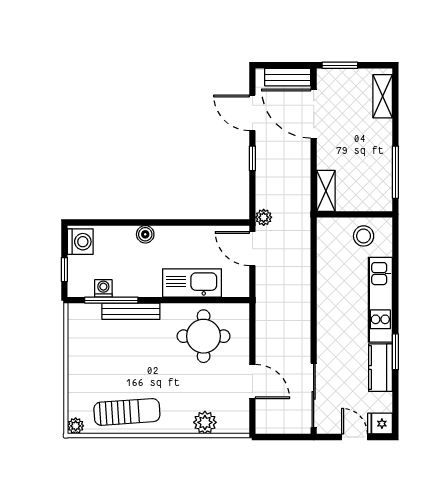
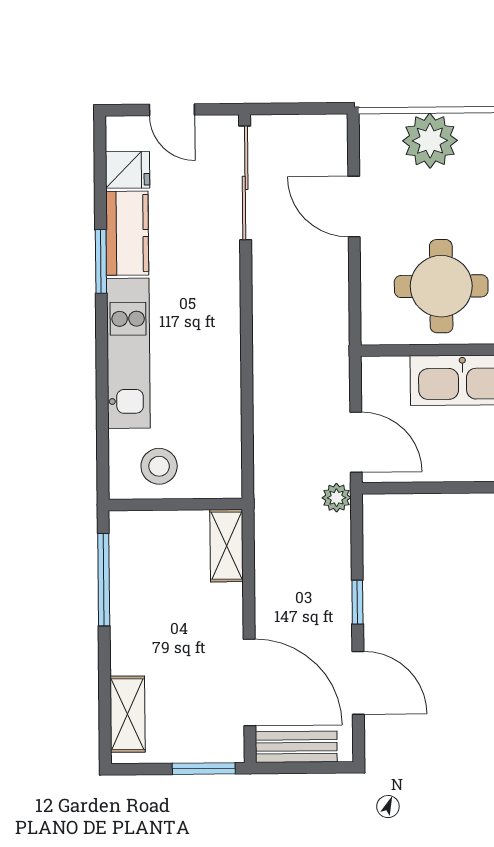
plant: (205, 422) -> (430, 141), width x1.36, depth x1.36
fridge: (380, 424) -> (127, 170), moved

